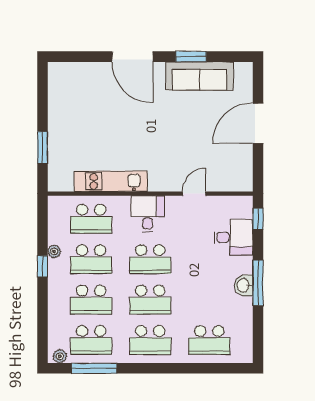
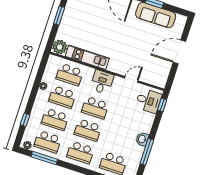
window: (42, 148) -> (59, 15), moved
plant: (60, 179) -> (60, 47), added
desk: (233, 237) -> (148, 101), moved
window: (42, 266) -> (25, 120), moved
window: (258, 283) -> (147, 152), moved

